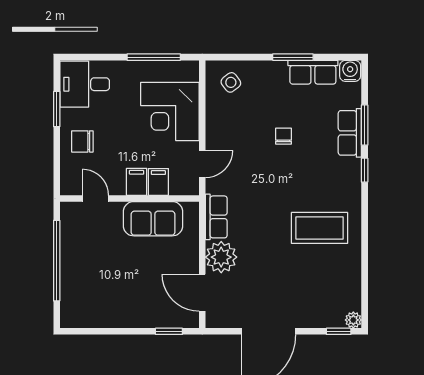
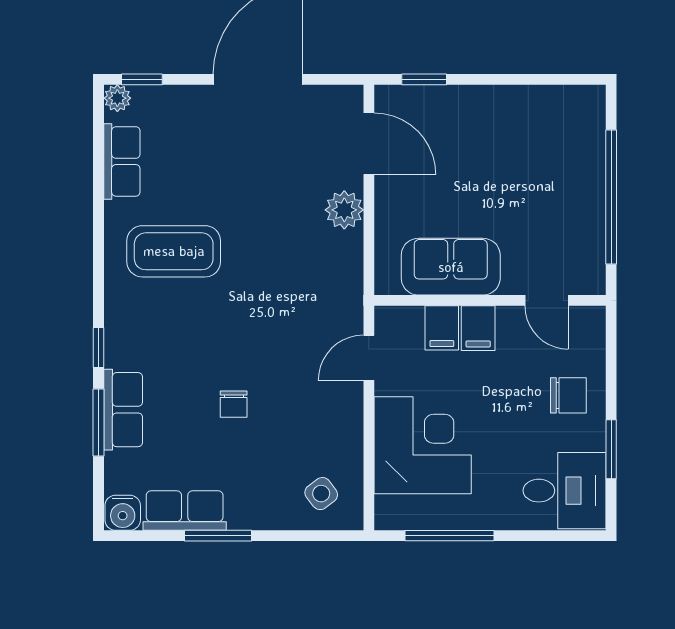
row of seats: (216, 217) -> (122, 161), moved, turned 180
plant: (221, 257) -> (344, 210), width x0.73, depth x0.73

